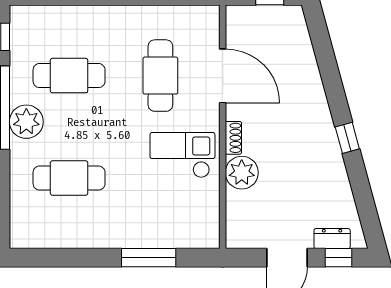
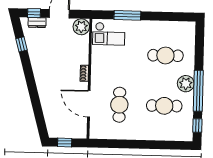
window: (347, 138) -> (22, 44), moved
checkout: (182, 155) -> (109, 34), moved
plant: (242, 173) -> (81, 27), moved

